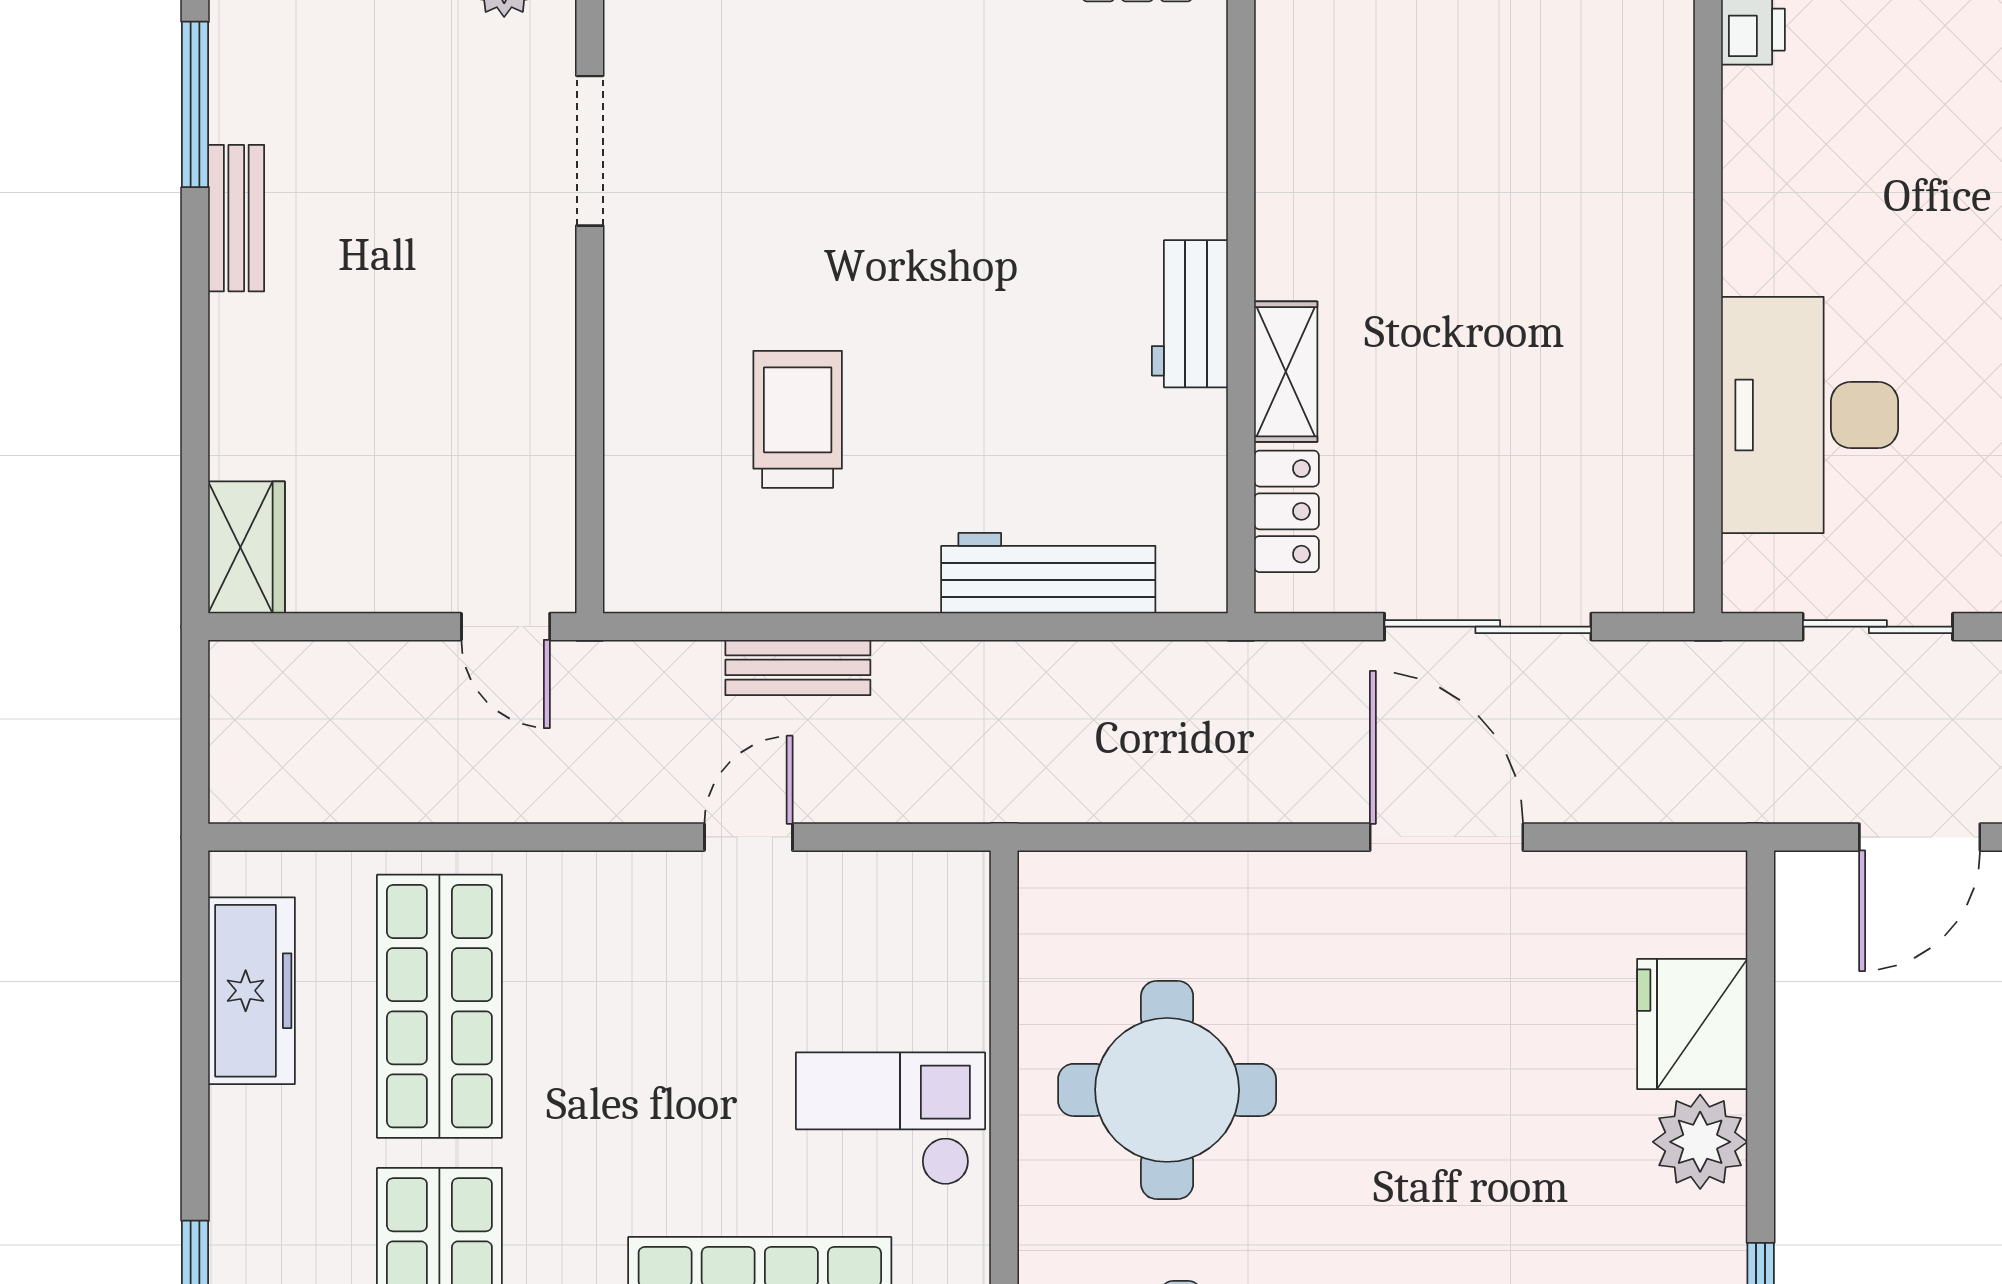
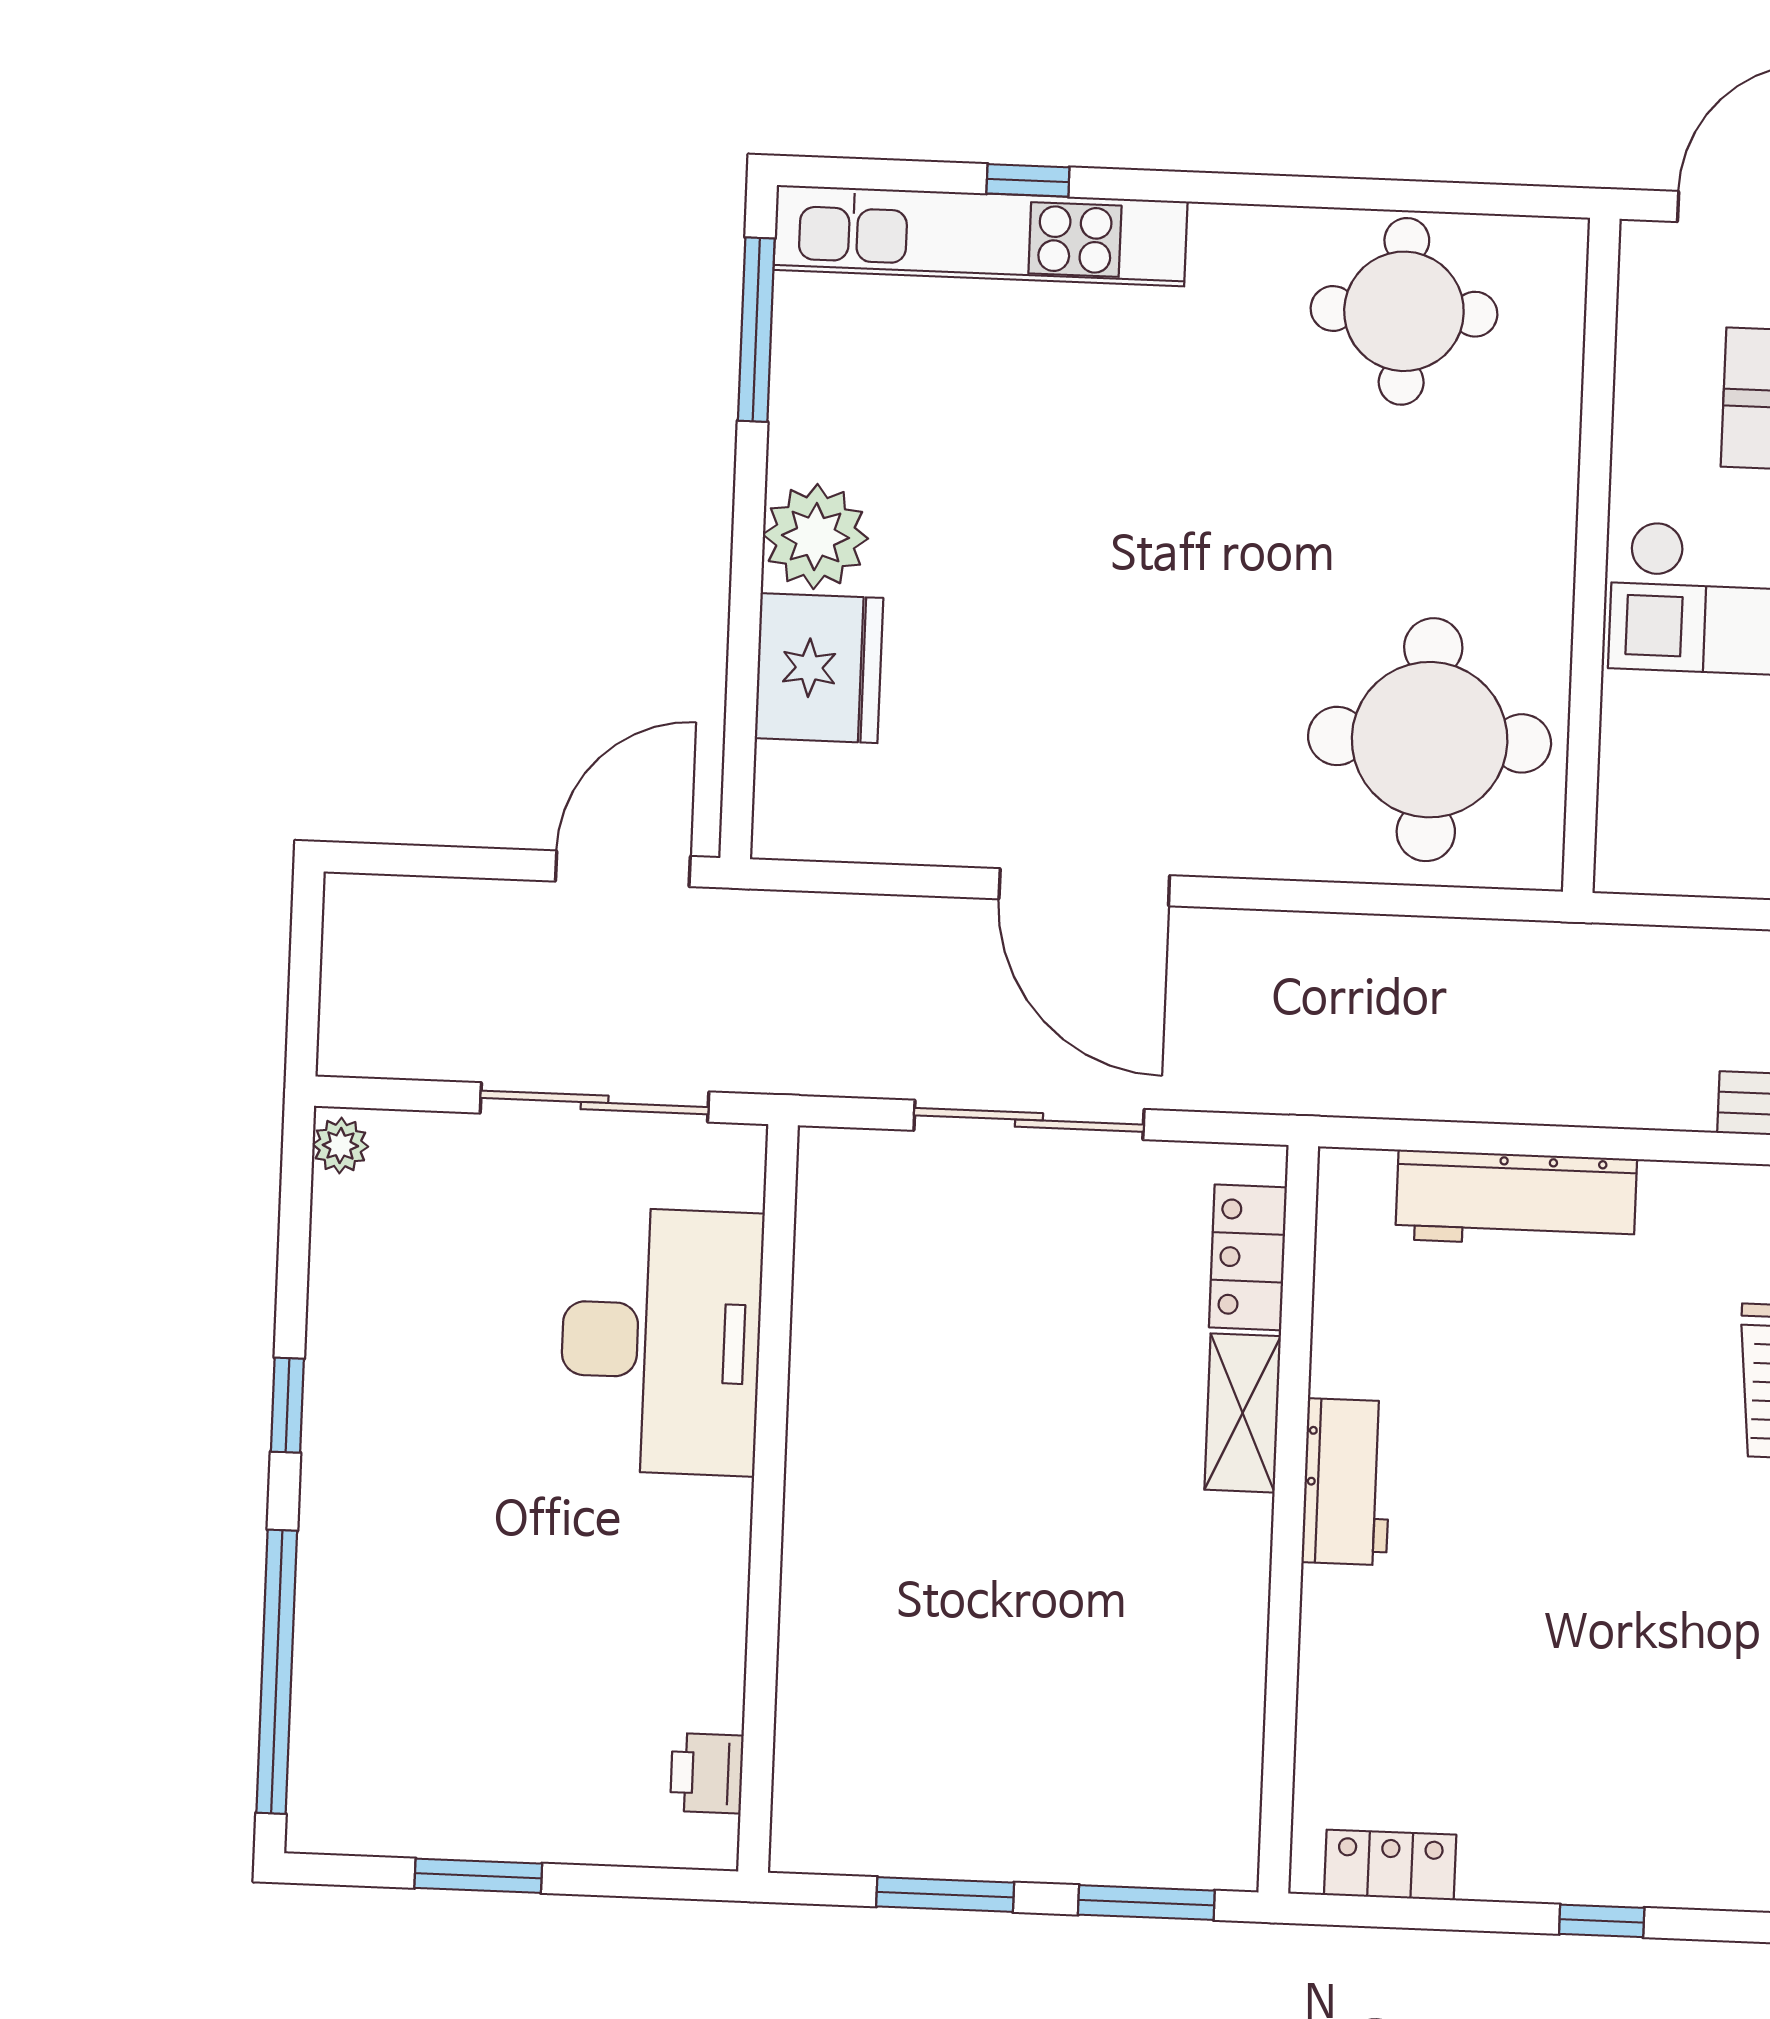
sliding door: (1878, 627) -> (595, 1102), width x1.37
door: (1920, 837) -> (623, 869), moved
round table: (1167, 1090) -> (1430, 740), moved

